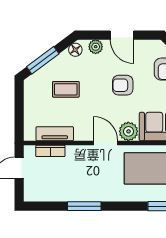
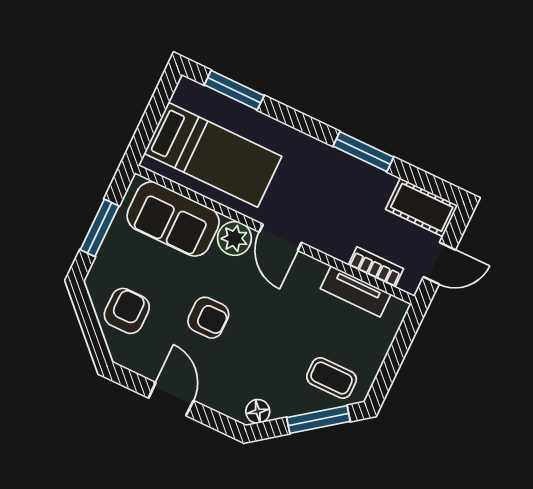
plant: (96, 47) -> (223, 401), removed
coffee table: (66, 89) -> (332, 378), moved
cot: (41, 192) -> (422, 207), added

